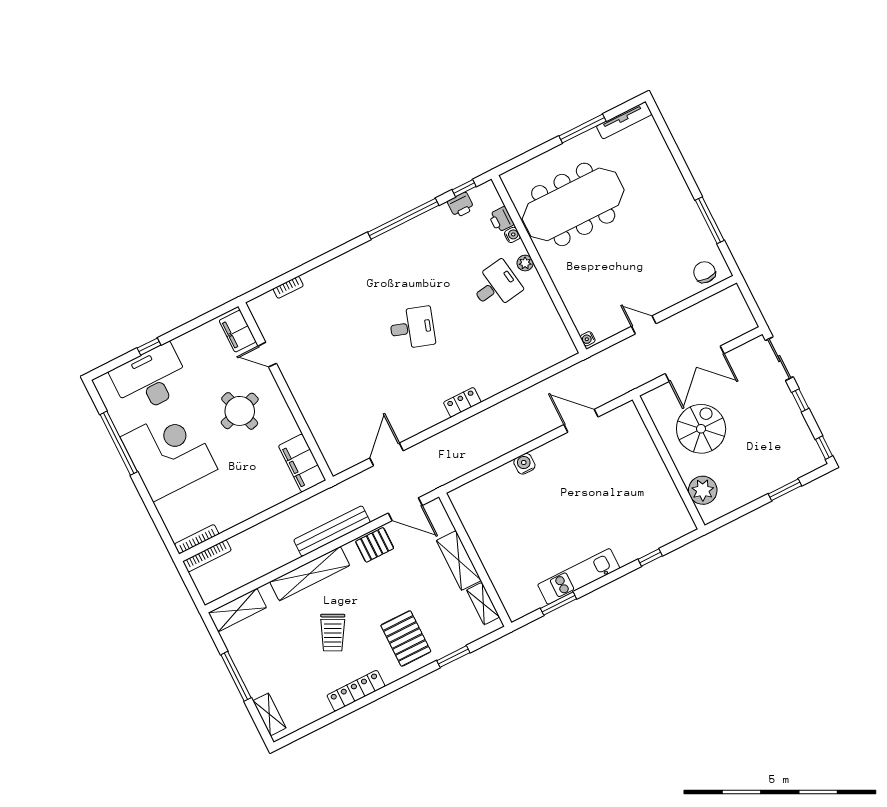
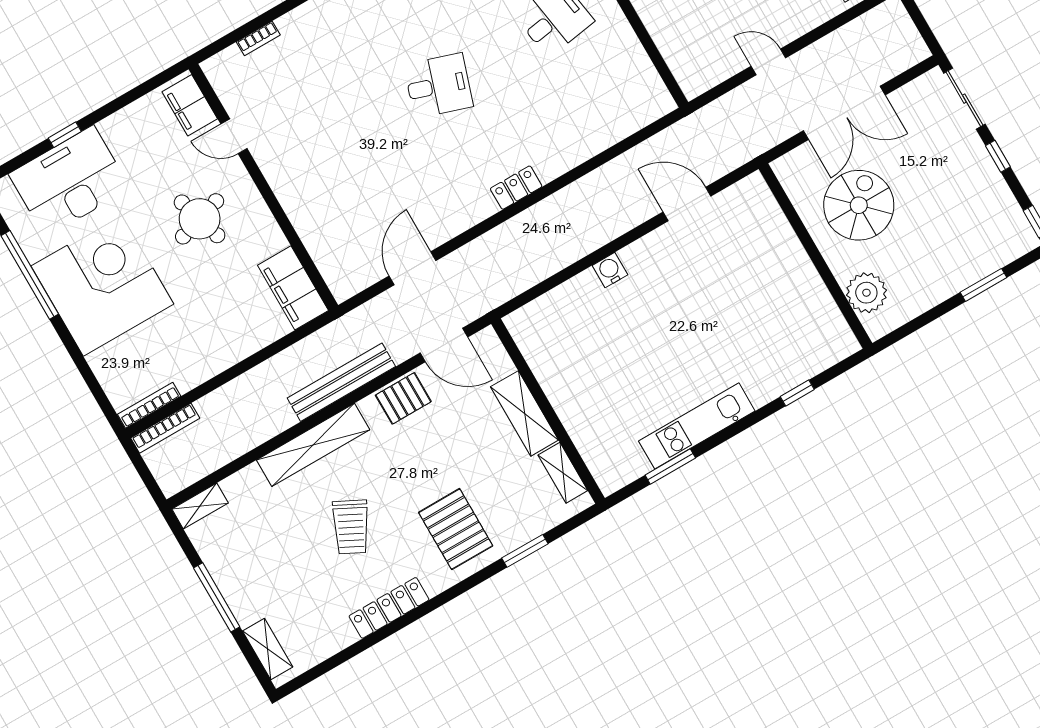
water cooler: (588, 339) -> (690, 86), removed
shelving: (237, 610) -> (200, 506), width x0.67, depth x0.75

